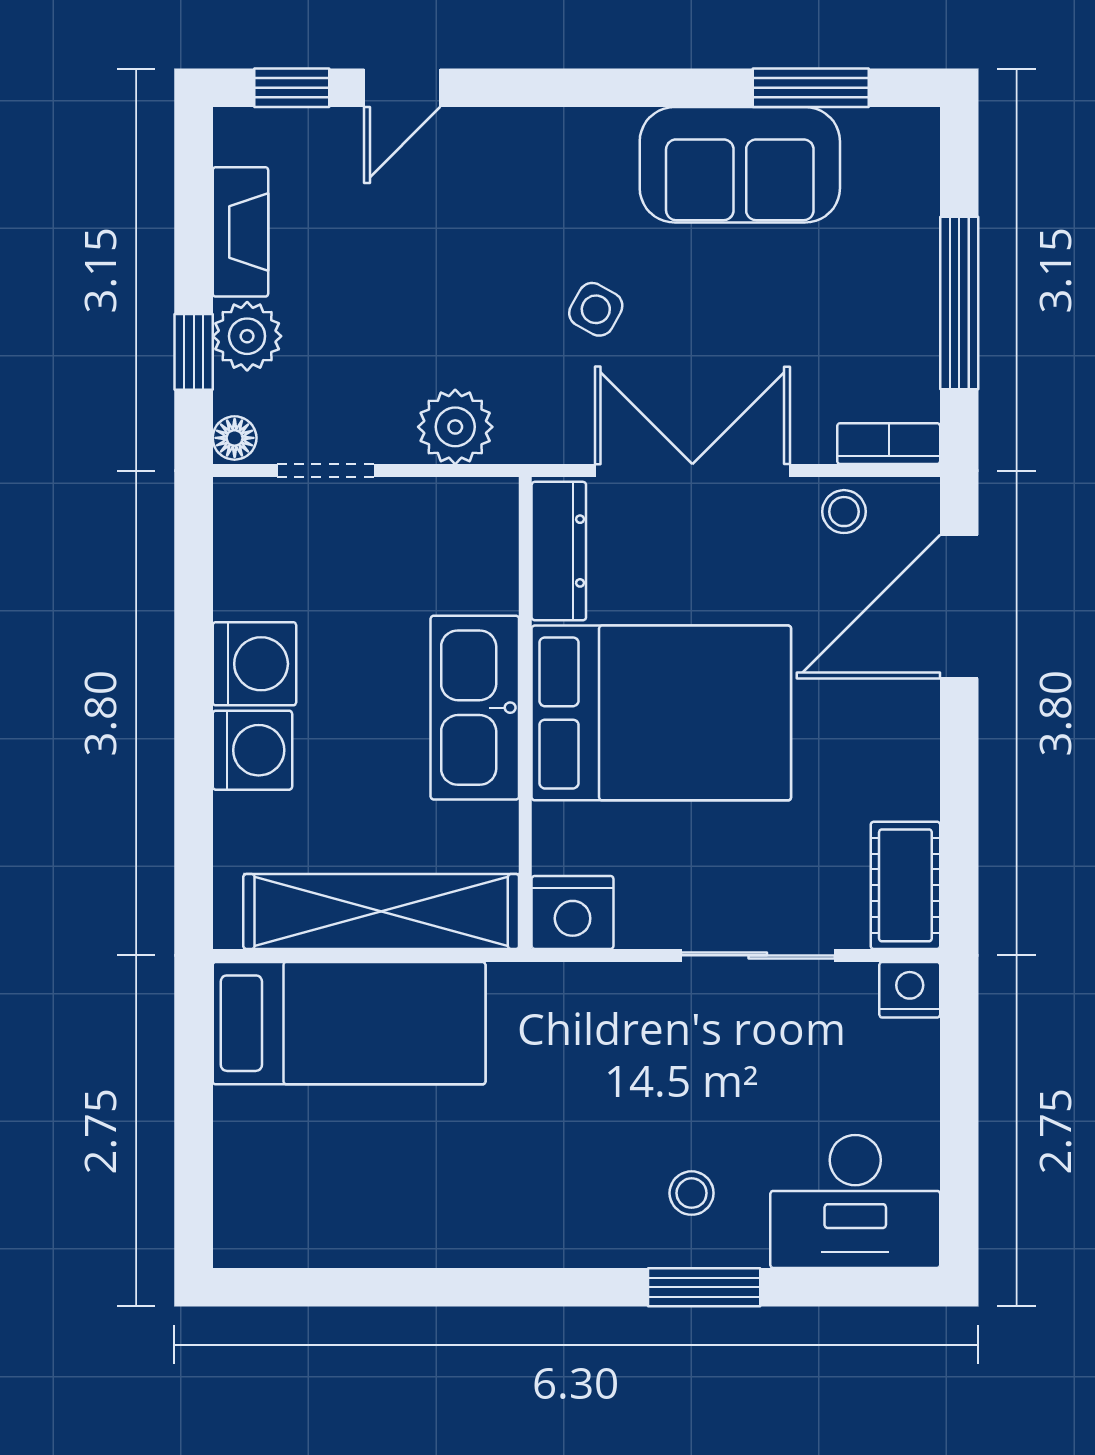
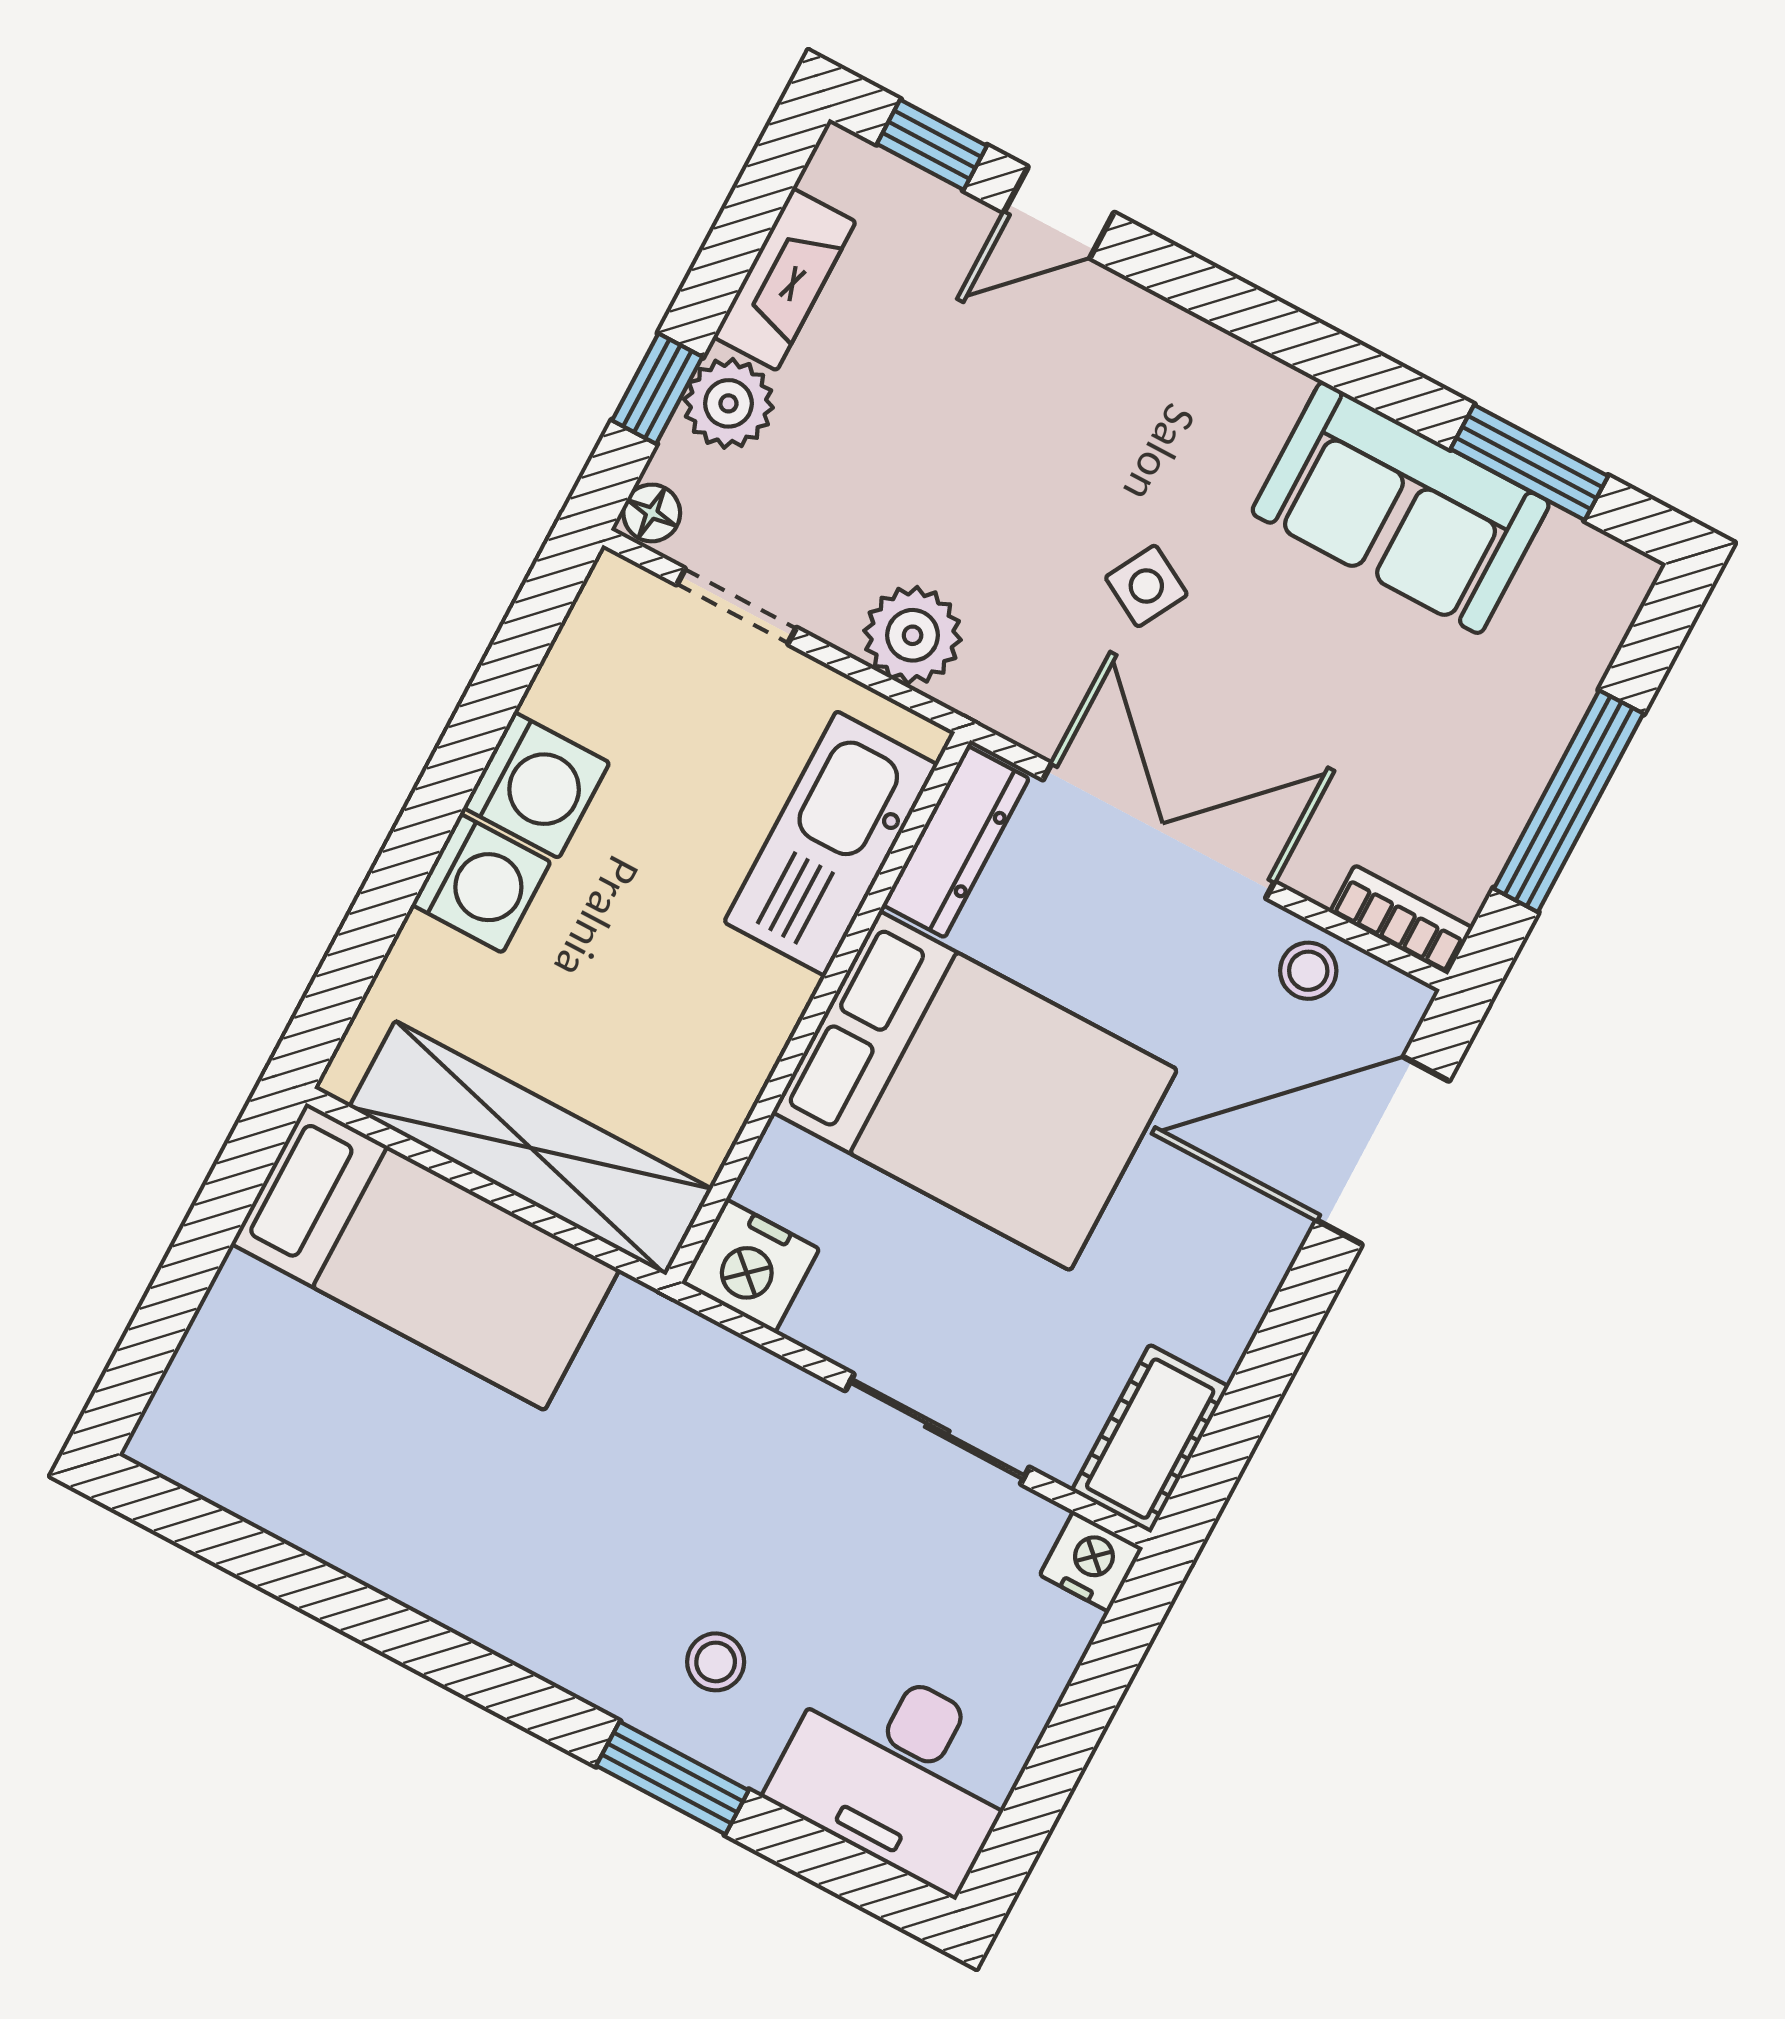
kitchen sink: (475, 708) -> (831, 843), moved

